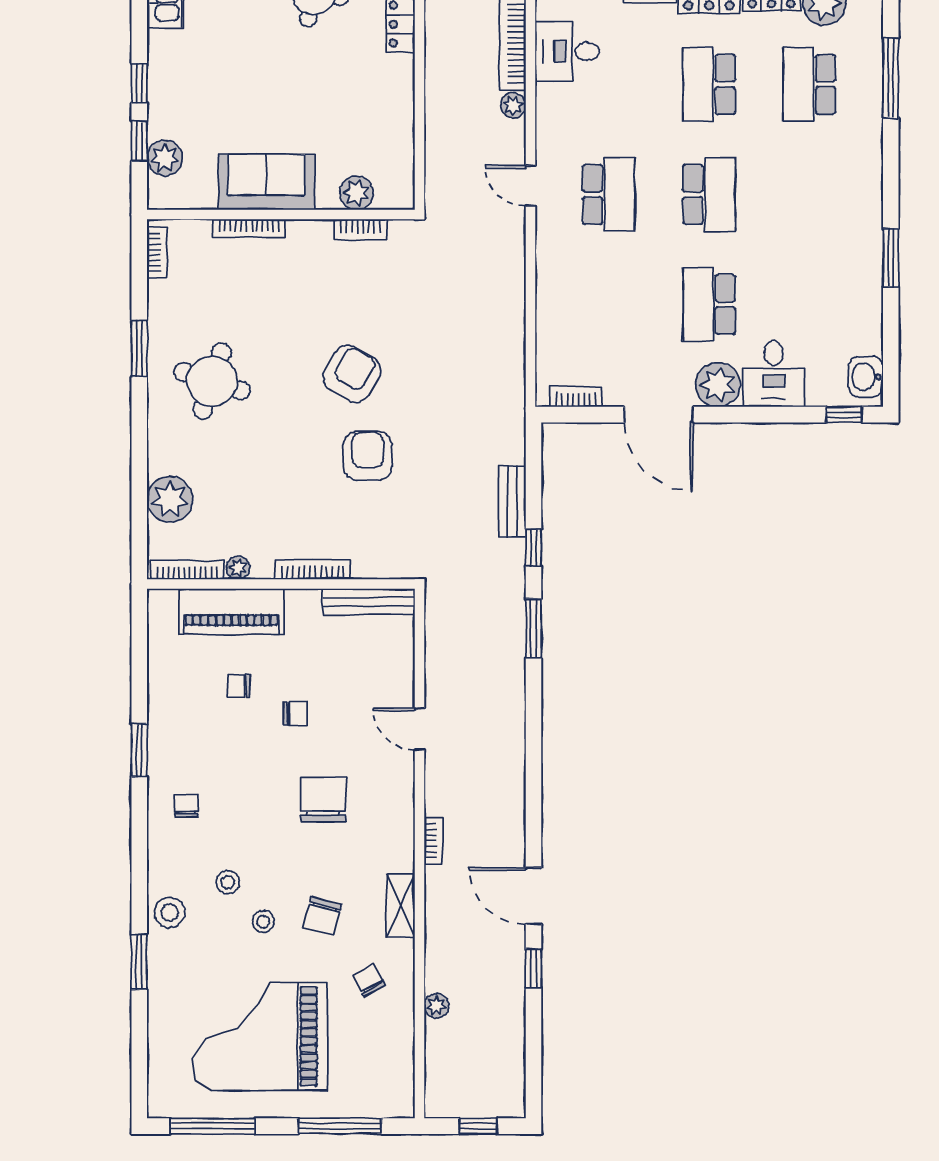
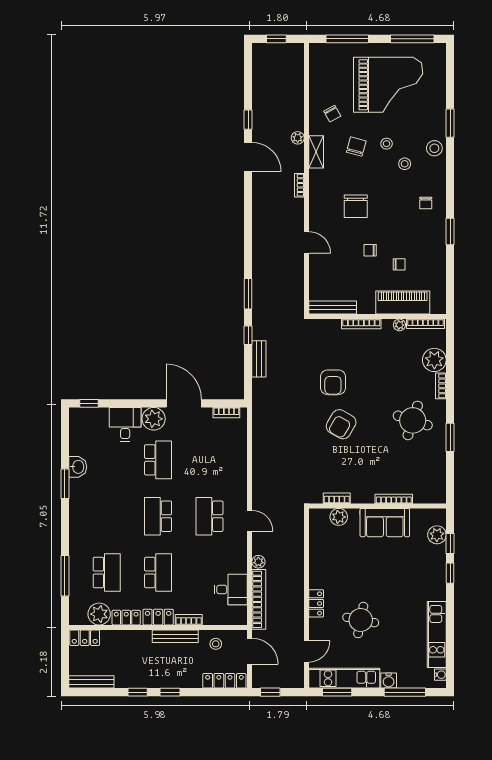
bookcase: (157, 252) -> (441, 386), moved
washbasin: (866, 377) -> (78, 467), moved
plant: (437, 1006) -> (298, 138), moved

